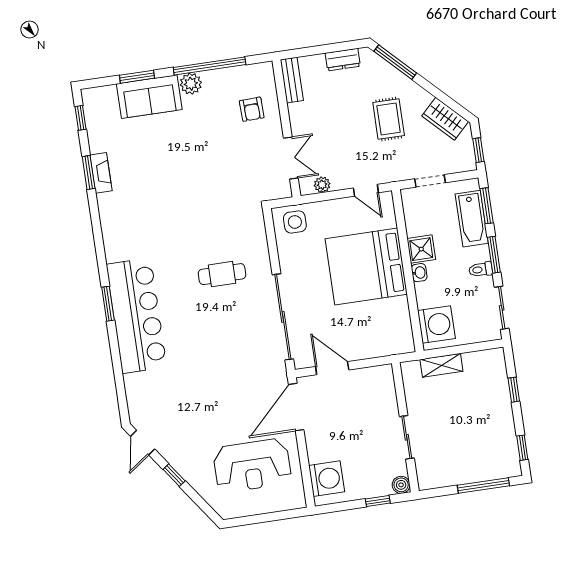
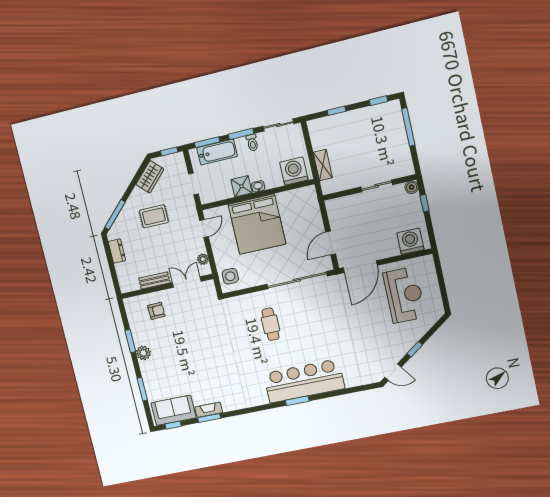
window: (210, 66) -> (130, 341), width x0.47
bench: (292, 80) -> (154, 280), moved
sofa: (149, 97) -> (173, 410), moved, turned -90
door: (296, 407) -> (360, 267), hinge flipped

